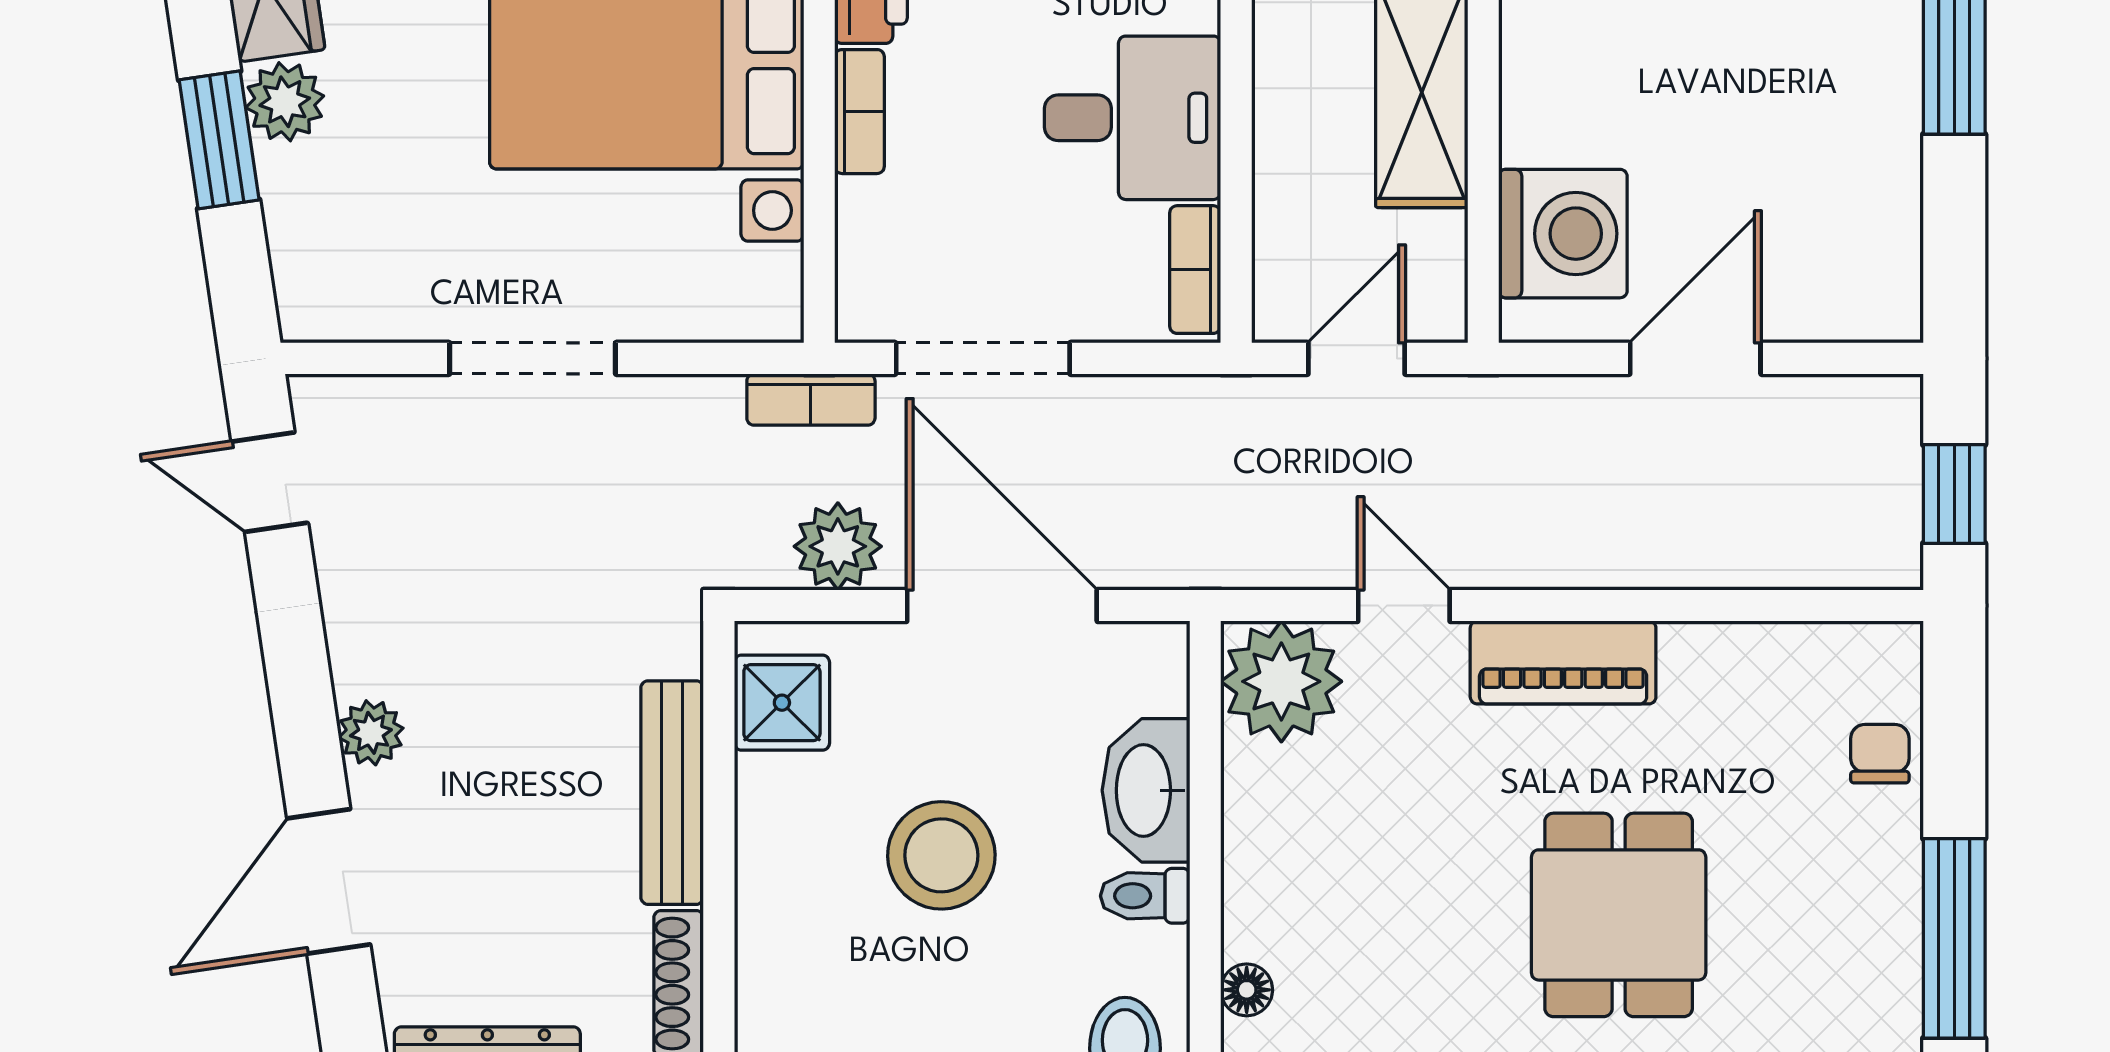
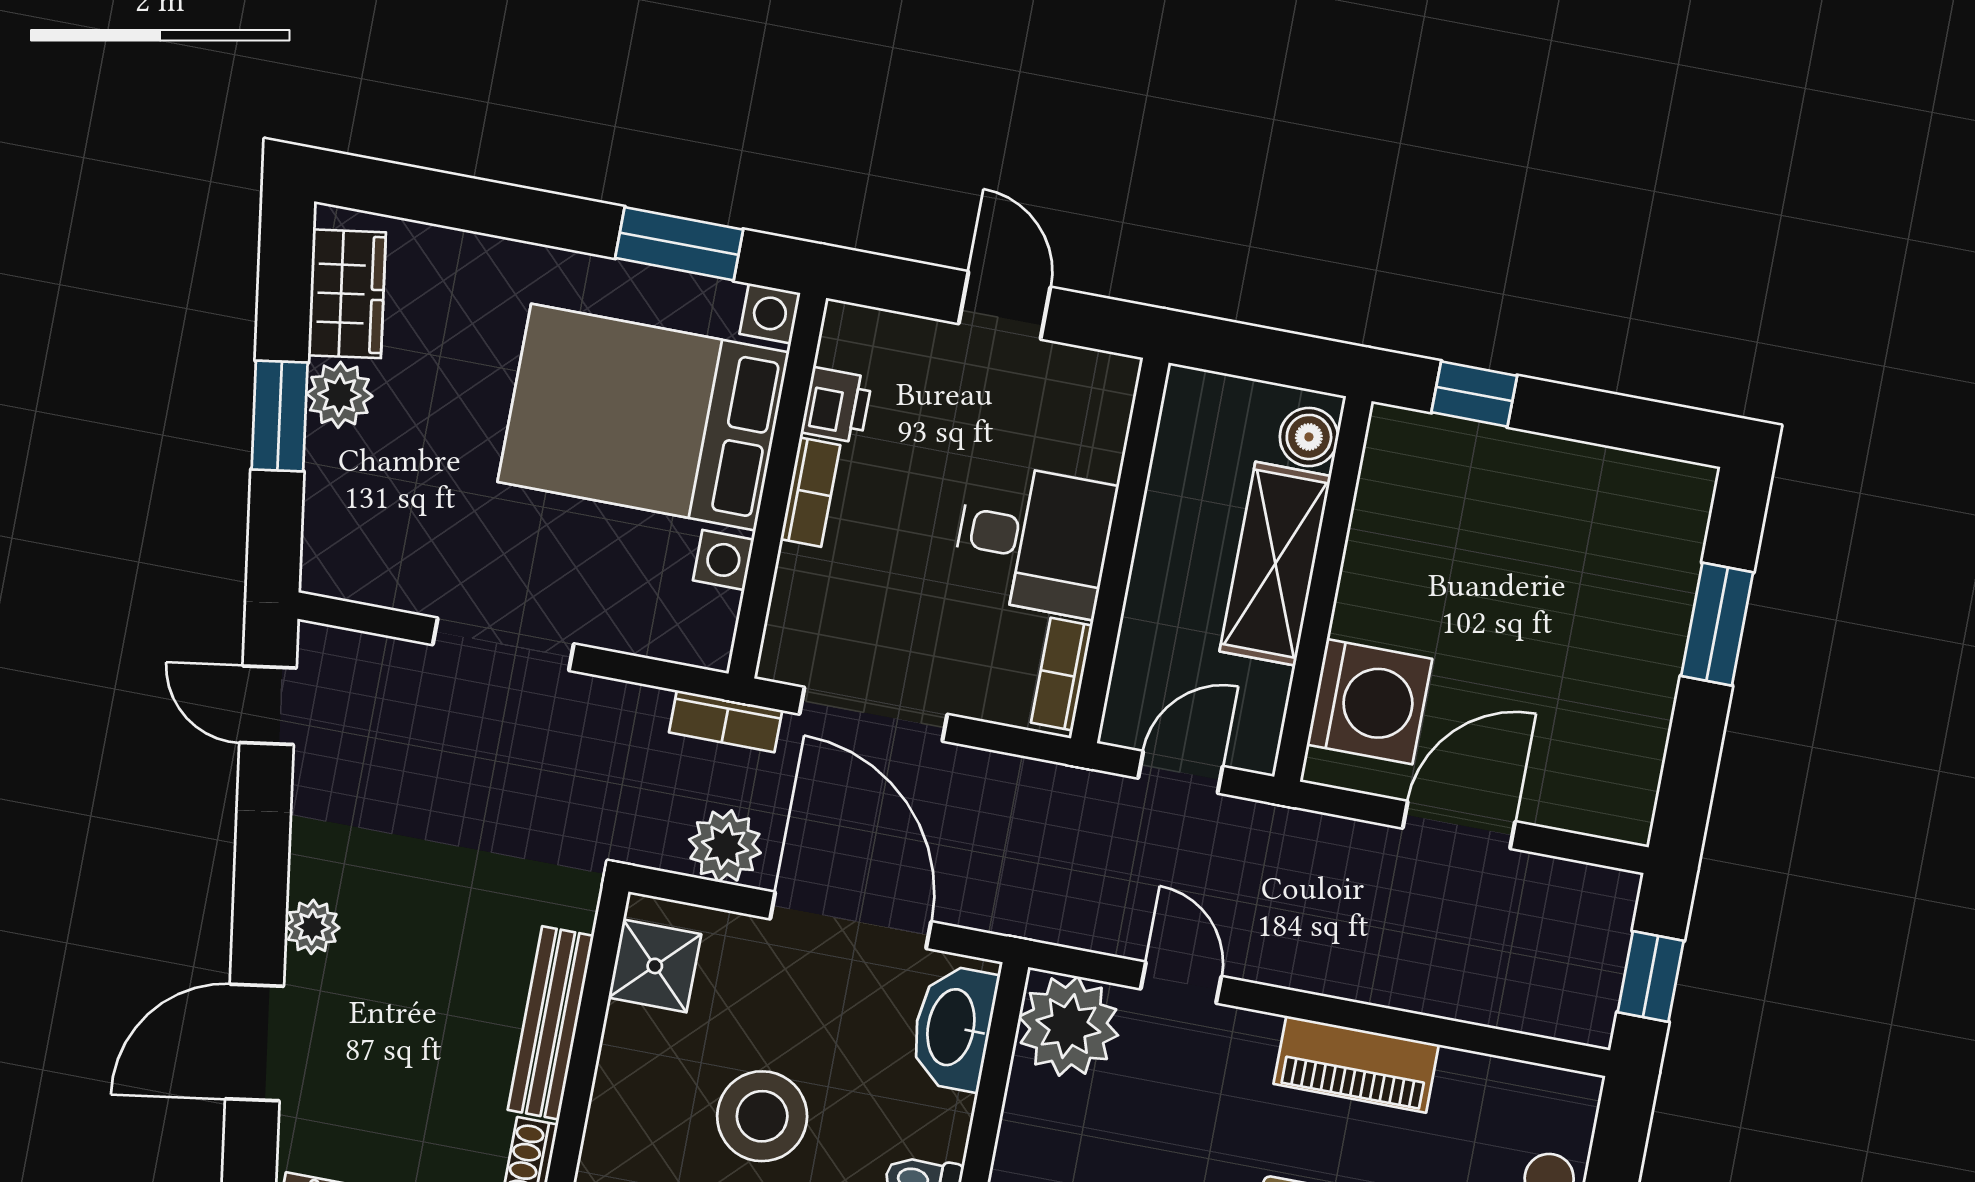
piano: (1563, 662) -> (1356, 1064), moved
washbasin: (1146, 790) -> (953, 1028), moved

